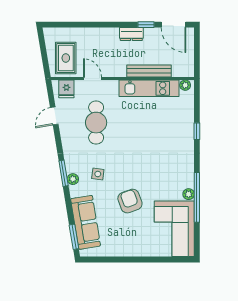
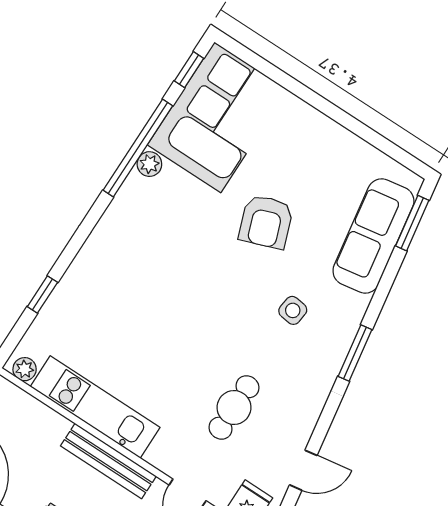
bench: (149, 71) -> (108, 461), moved
cafe table: (96, 123) -> (234, 407), width x0.73, depth x0.74
window: (197, 131) -> (42, 294), moved
plant: (73, 179) -> (345, 331), removed
window: (197, 240) -> (189, 70), added

